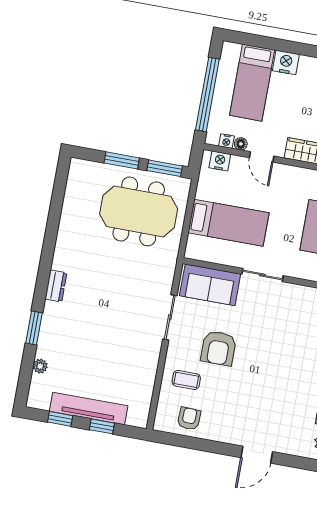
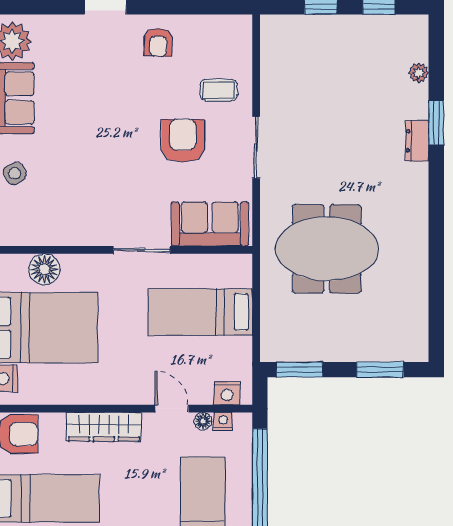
window: (122, 160) -> (380, 370), moved
meeting table: (139, 211) -> (327, 249), moved
dresser: (56, 286) -> (417, 141), moved
sliding door: (170, 317) -> (256, 147), moved
tv unit: (89, 409) -> (343, 28), removed
armchair: (189, 419) -> (158, 42), moved

